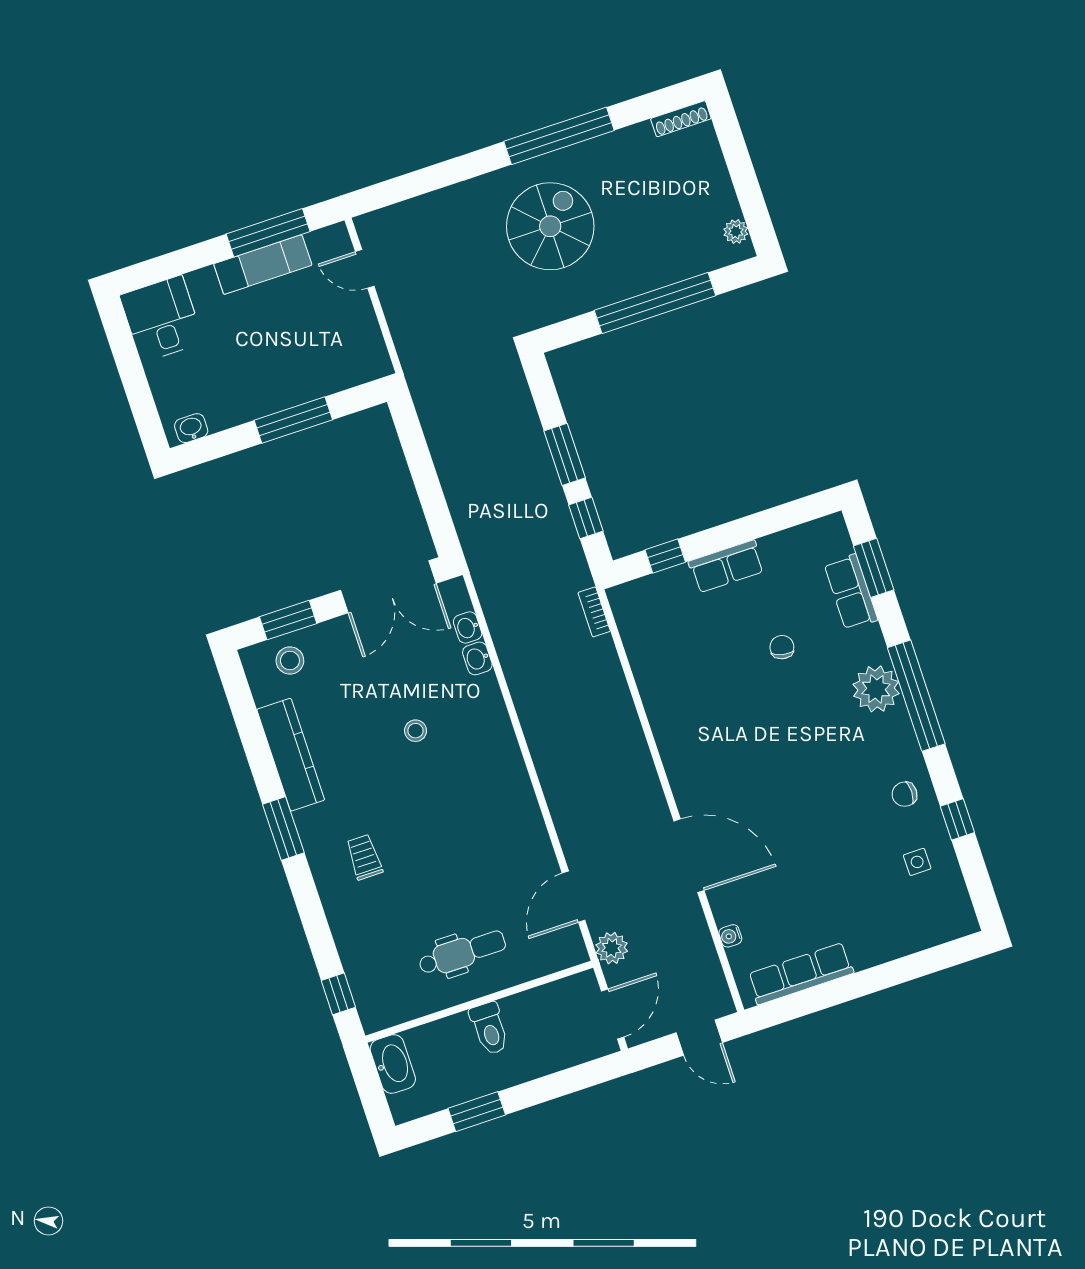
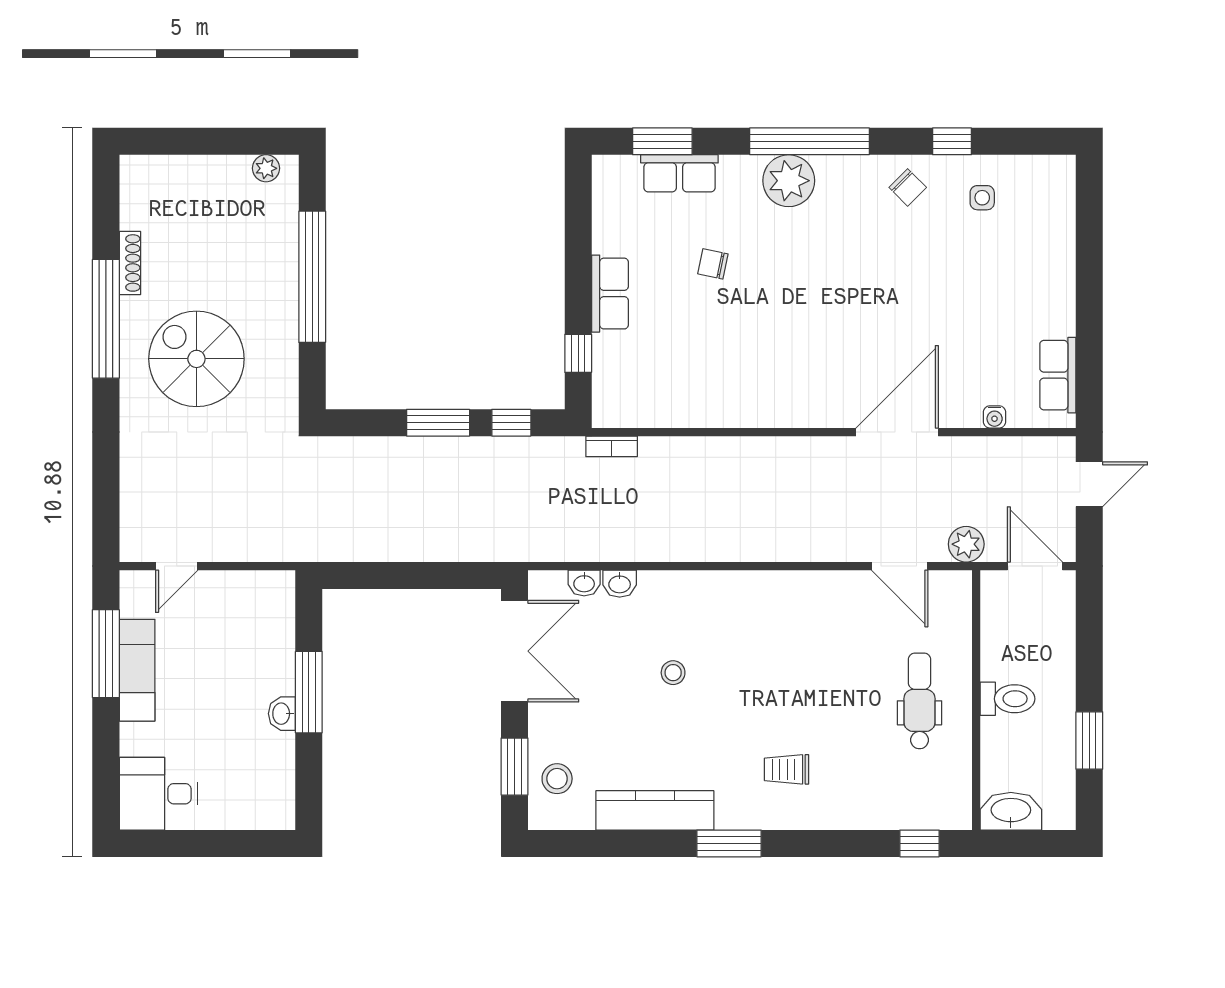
shoe rack: (681, 119) -> (130, 263), moved
washbasin: (191, 428) -> (282, 714), moved
chair: (905, 794) -> (908, 187), turned -45
row of seats: (801, 974) -> (1058, 375), width x0.68

